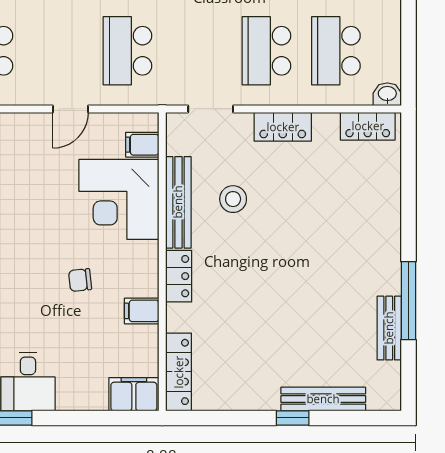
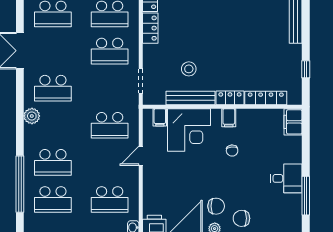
door: (70, 109) -> (141, 156), swing flipped
locker: (283, 127) -> (150, 28), moved
filing cabinet: (142, 311) -> (229, 118), moved
locker: (179, 372) -> (266, 98), moved
window: (293, 418) -> (306, 69), moved

